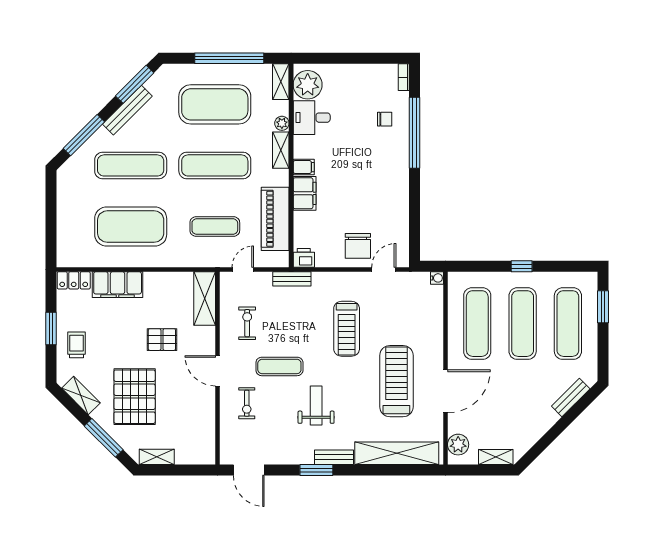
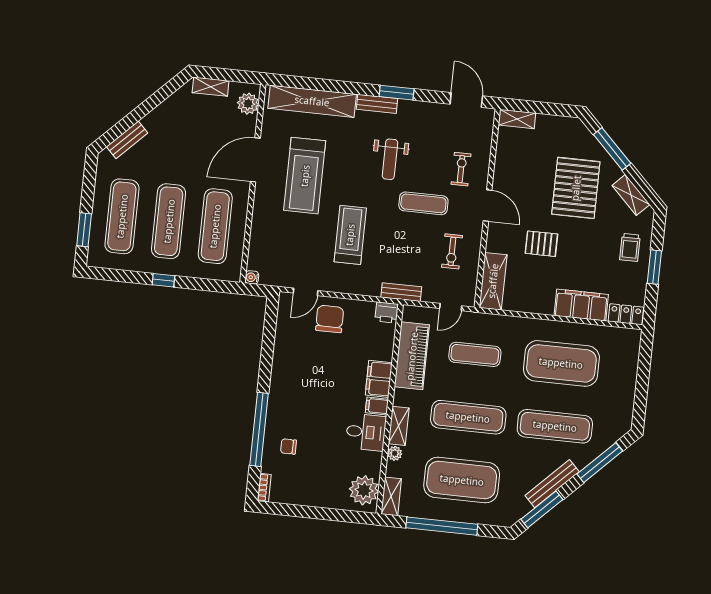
desk: (312, 118) -> (366, 432), moved
shelving: (157, 457) -> (517, 119), moved

